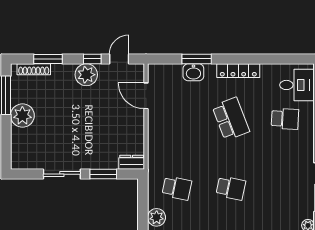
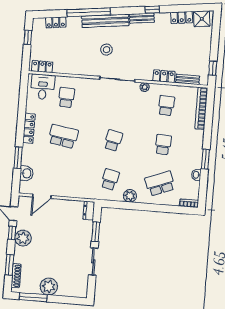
washbasin: (193, 72) -> (26, 173), moved
school desk: (231, 119) -> (63, 136), turned 30

